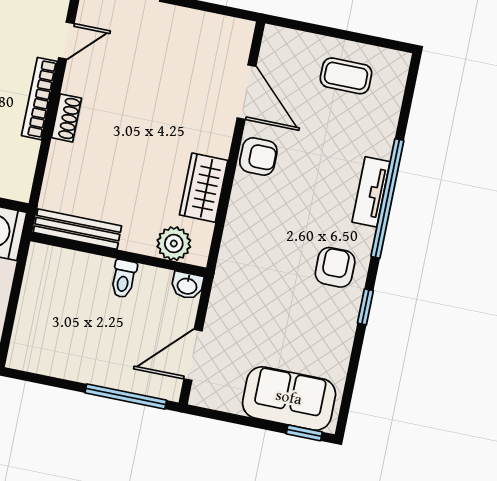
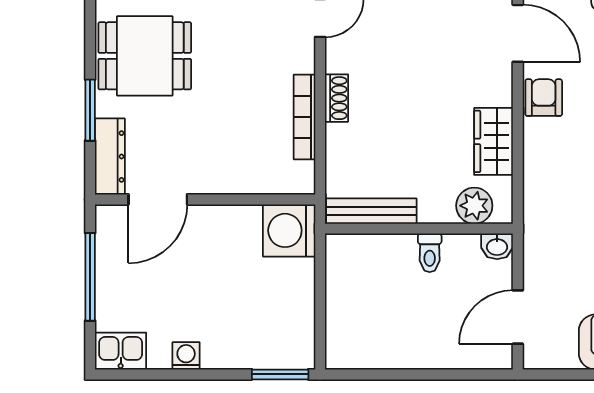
bookcase: (39, 99) -> (304, 117), moved
armchair: (258, 156) -> (544, 98), turned -90
window: (126, 397) -> (457, 374), removed

